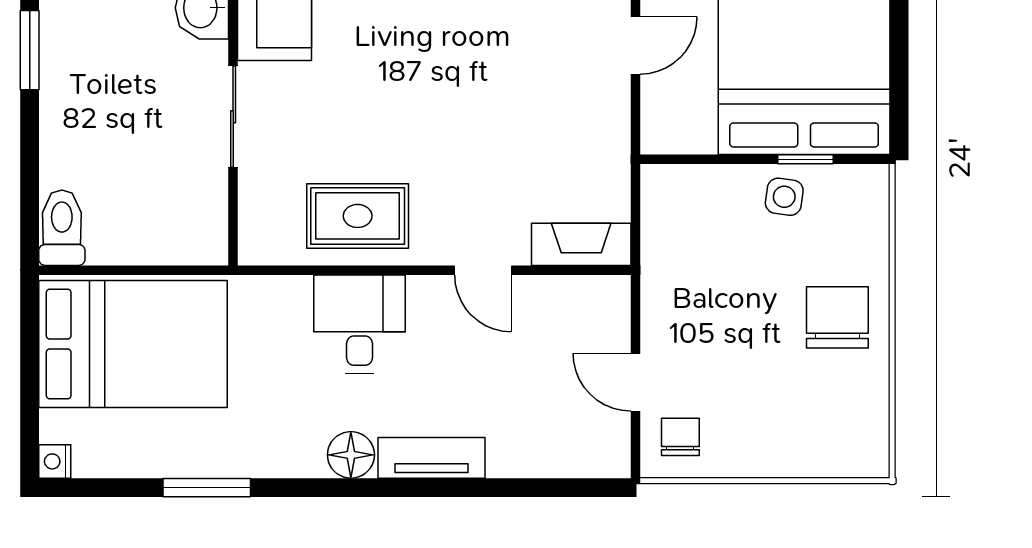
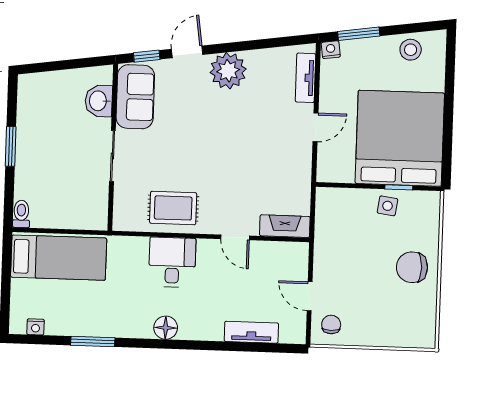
window: (30, 50) -> (11, 146), moved
toilet: (62, 228) -> (21, 214), width x0.73, depth x0.72
chair: (837, 317) -> (412, 267), turned -90
bed: (133, 344) -> (59, 258), width x0.67
tv unit: (431, 458) -> (251, 332), moved
nightstand: (55, 461) -> (36, 327), moved, turned -90

